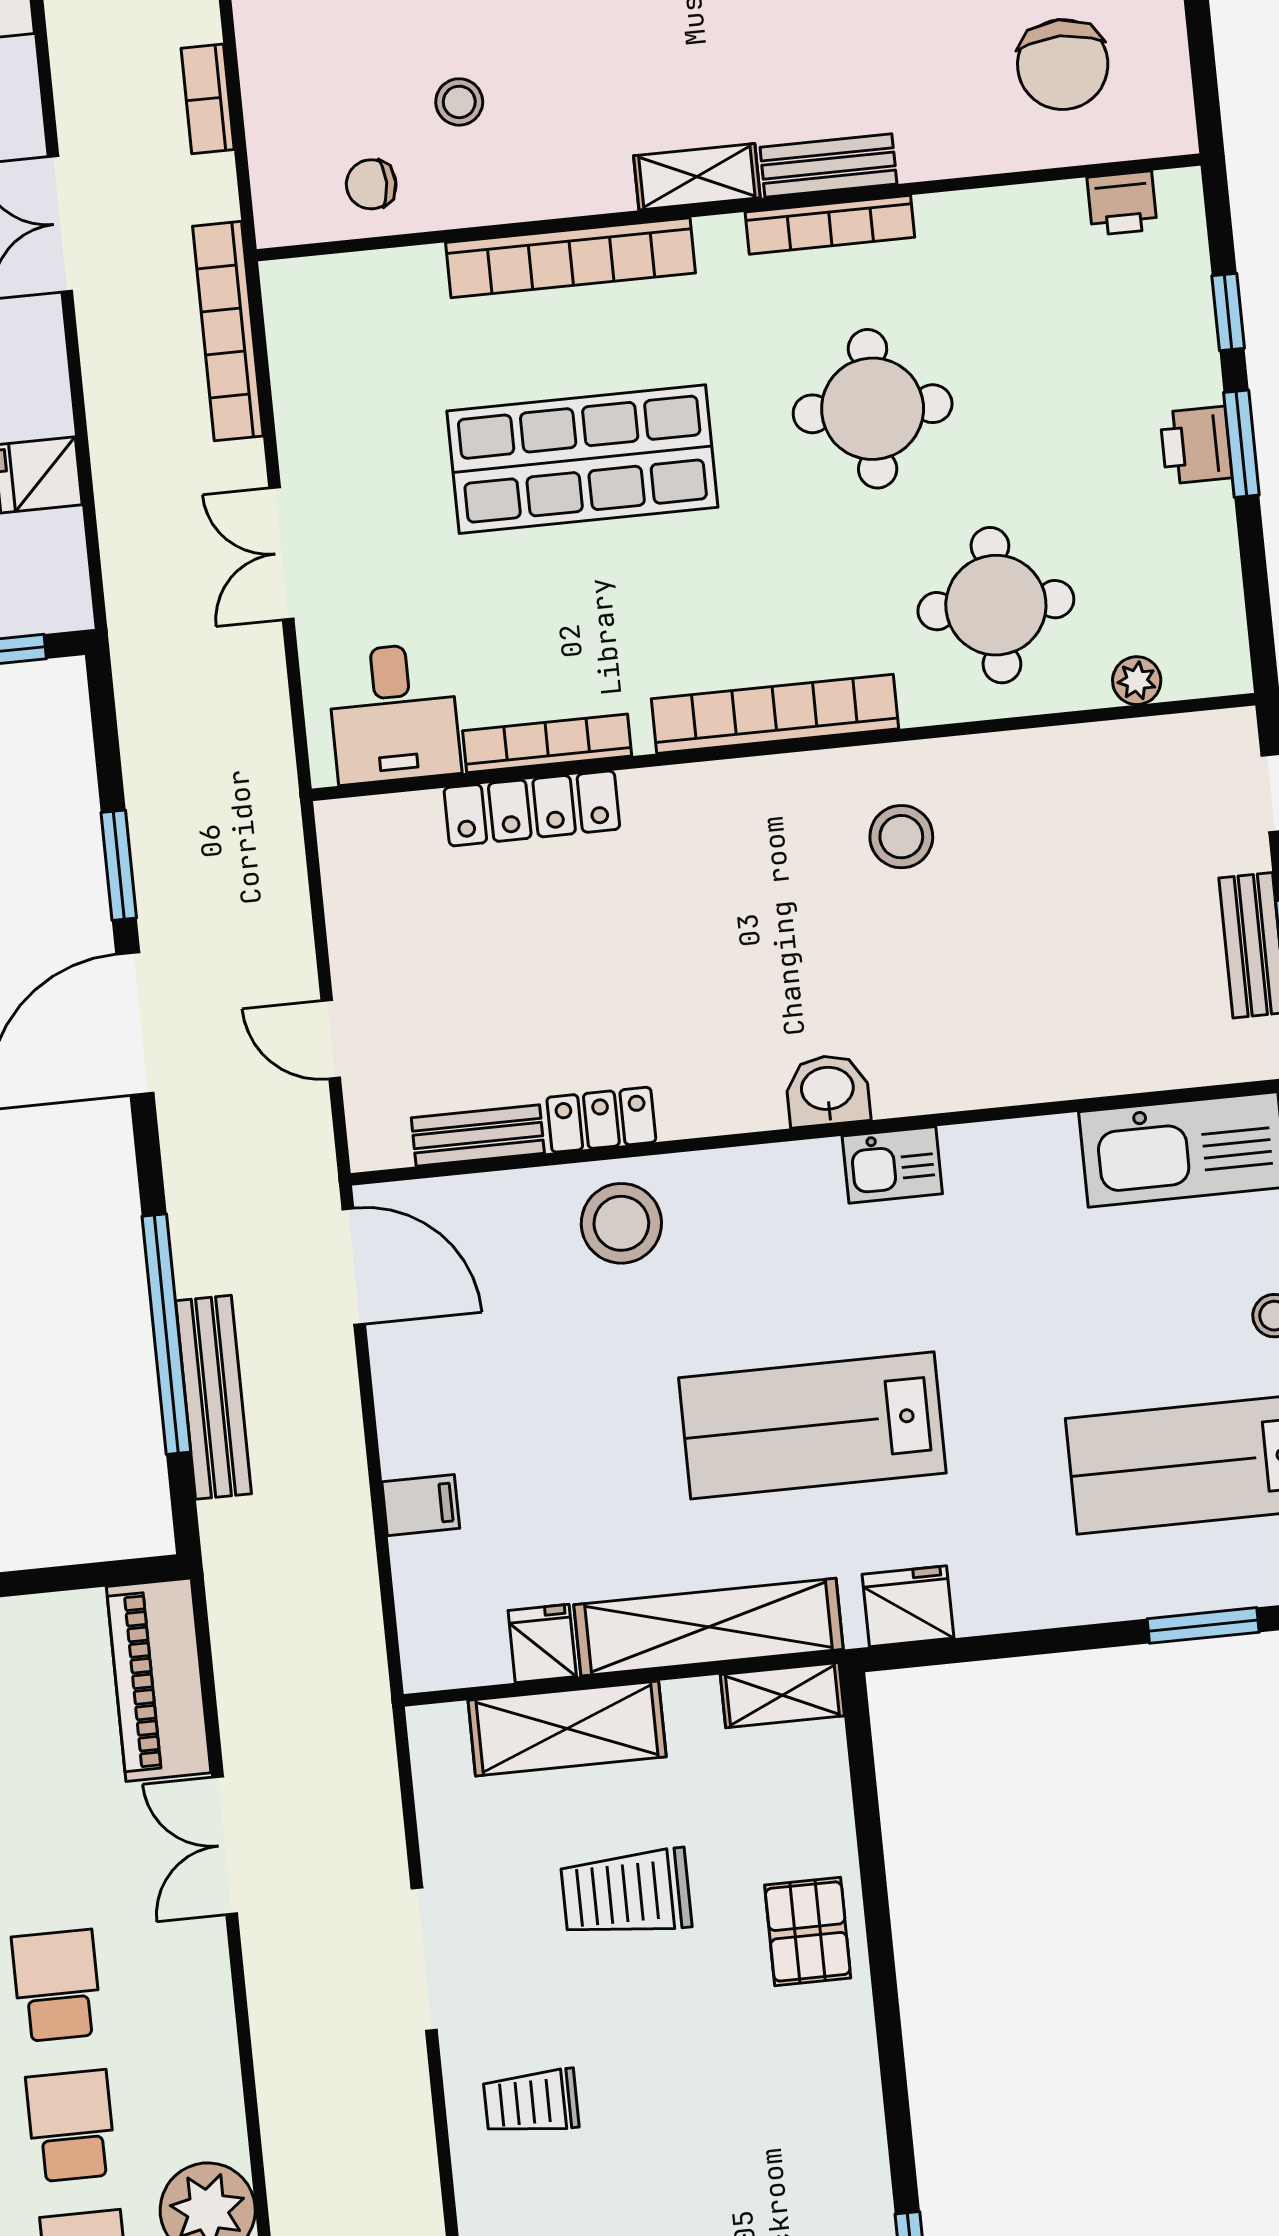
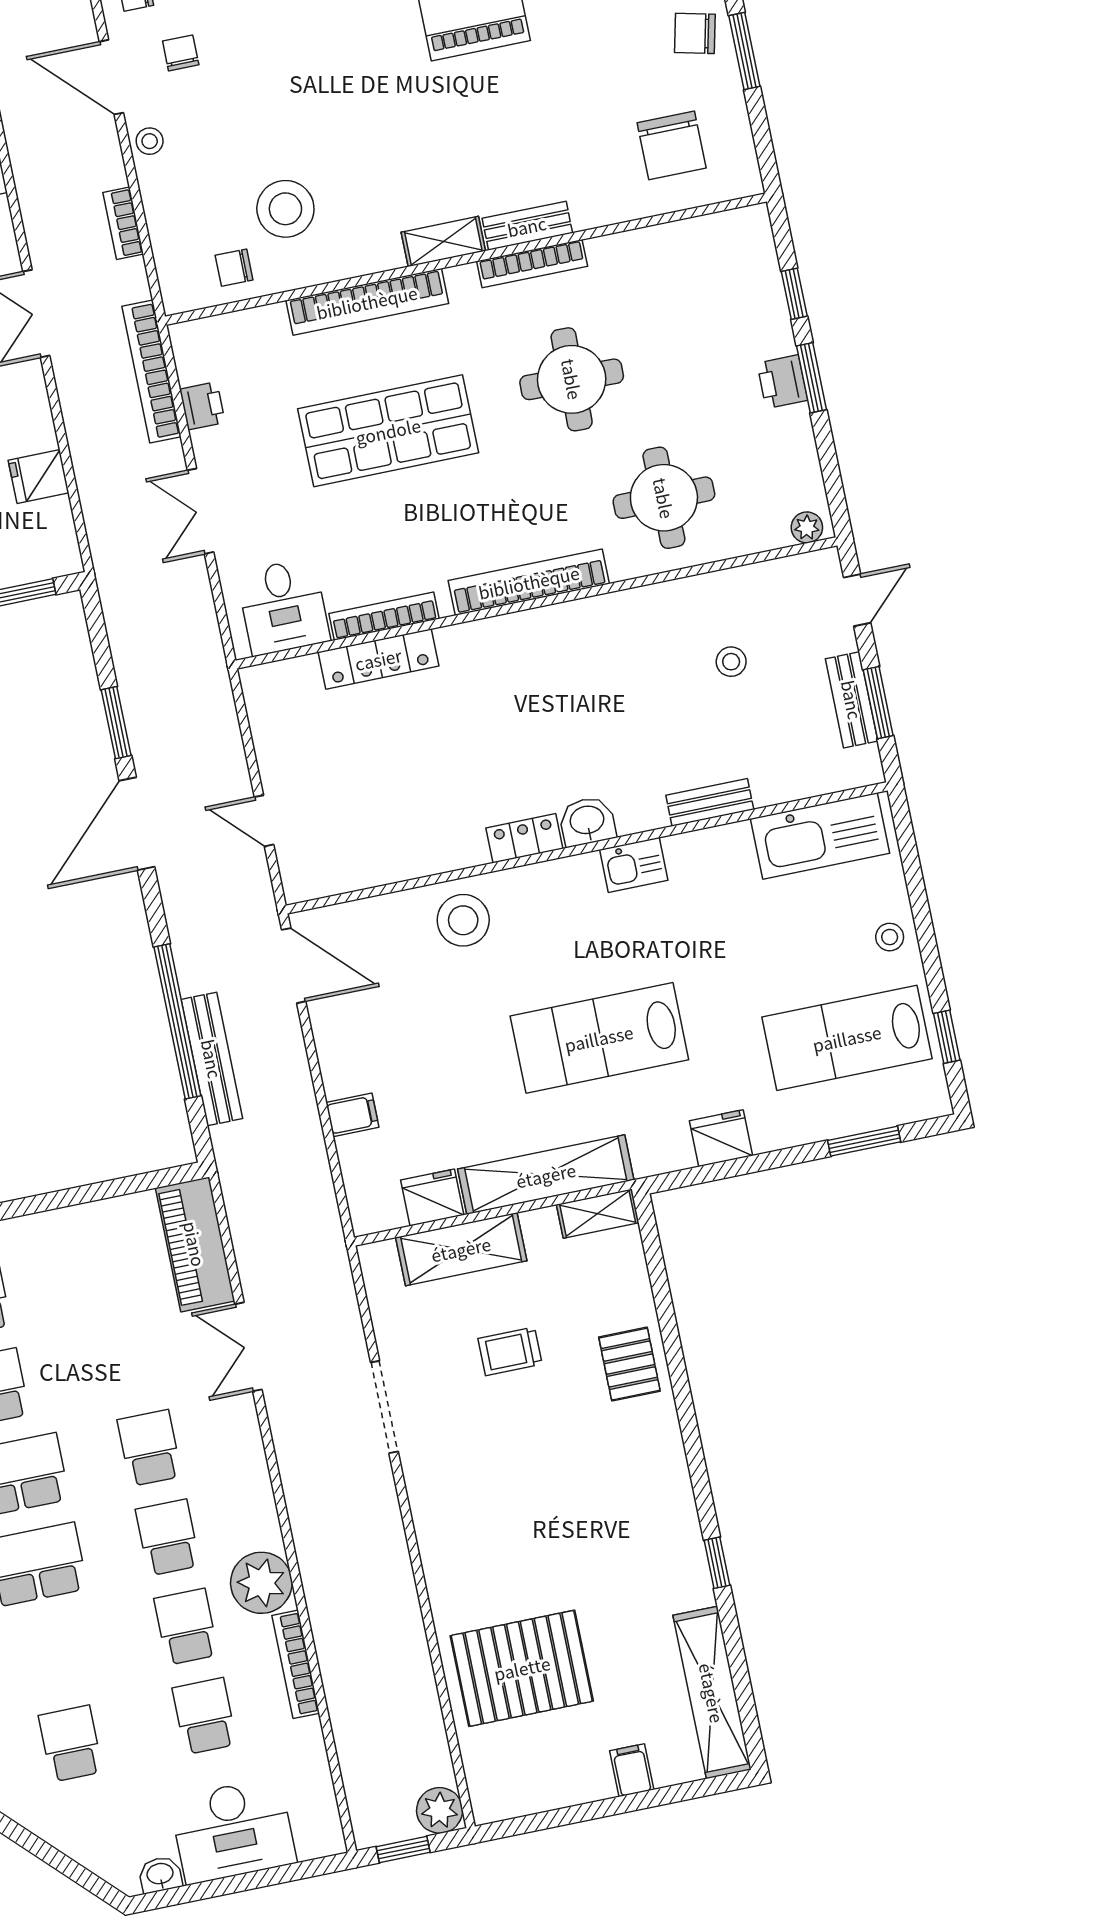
stool: (459, 102) -> (285, 209), width x1.89, depth x1.89
printer: (1122, 203) -> (202, 406), moved, turned -90
plant: (1137, 681) -> (807, 527), moved
stool: (901, 837) -> (731, 662), moved, width x0.73, depth x0.73
locker: (601, 1120) -> (524, 838), moved
bench: (478, 1136) -> (710, 802), moved
fridge: (908, 1606) -> (721, 1138), moved
fridge: (542, 1643) -> (432, 1198), width x1.38
trolley: (626, 1893) -> (510, 1351), width x0.73, depth x0.72
trolley: (531, 2102) -> (462, 1492), removed

